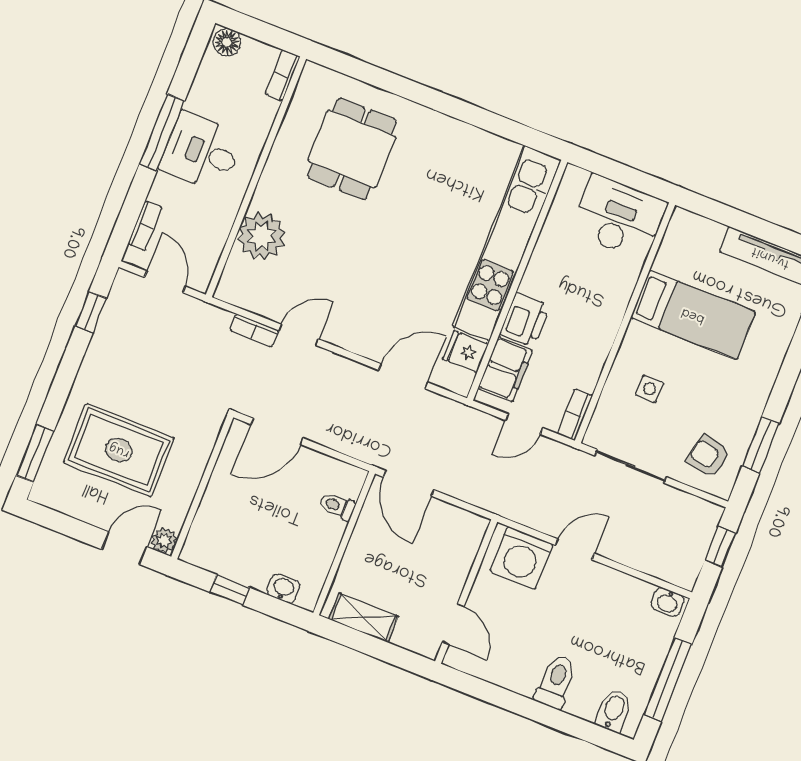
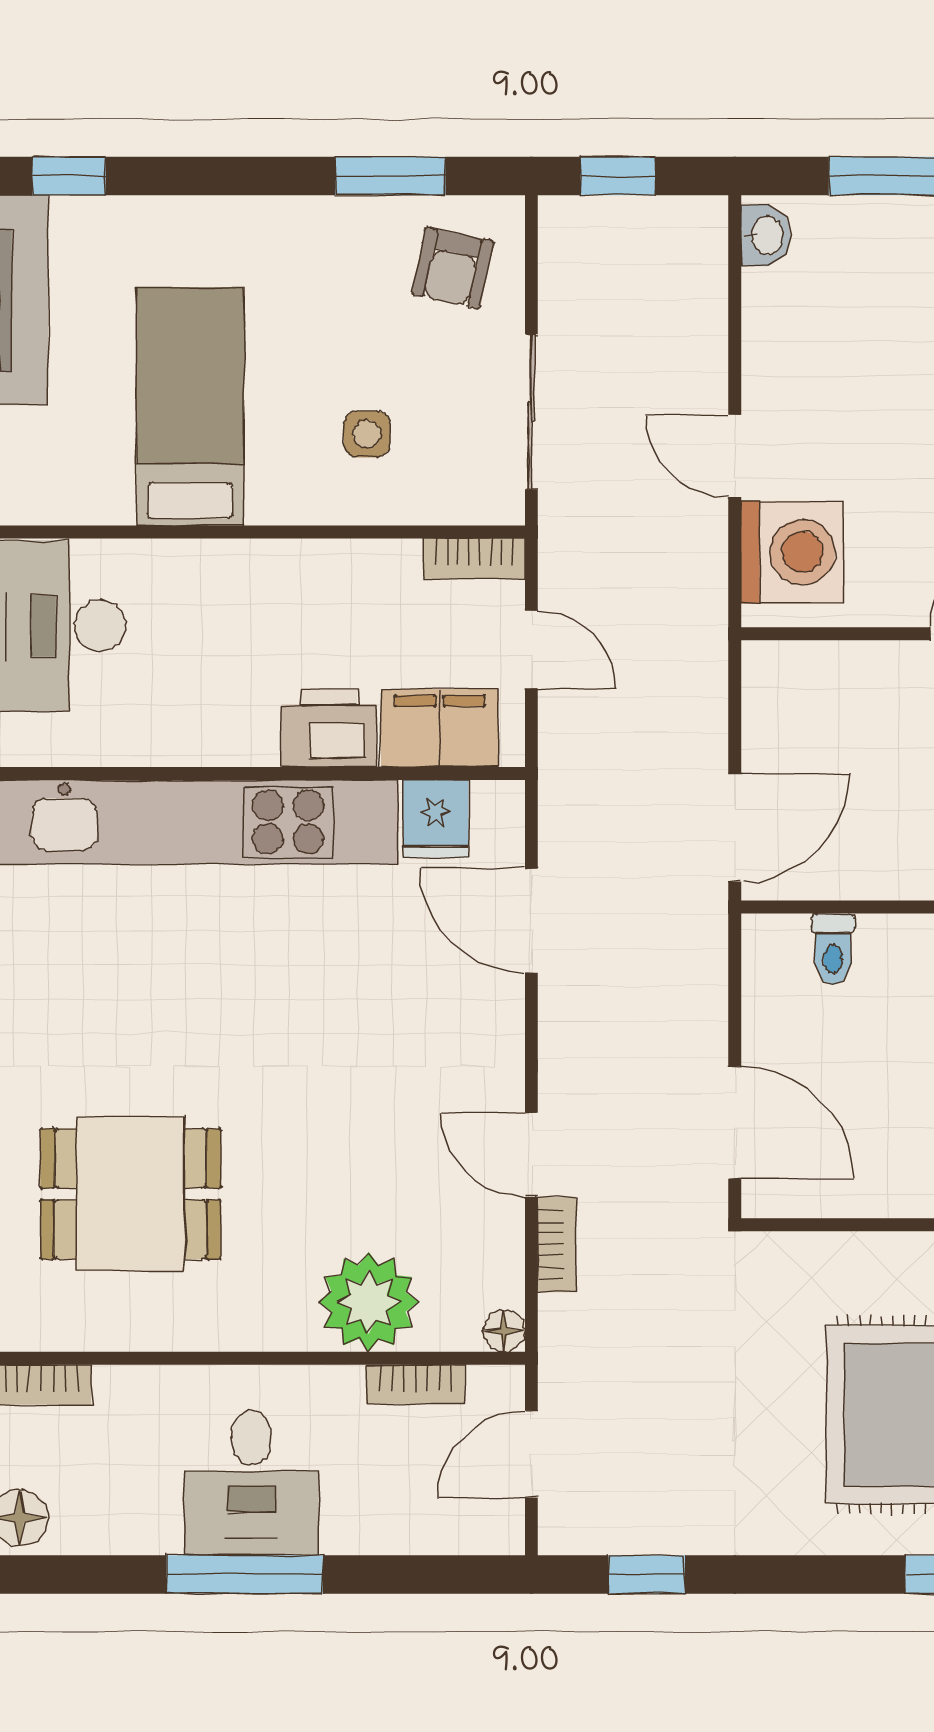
bookcase: (145, 226) -> (415, 1384), moved, turned 180
floor lamp: (225, 291) -> (504, 1331), added

